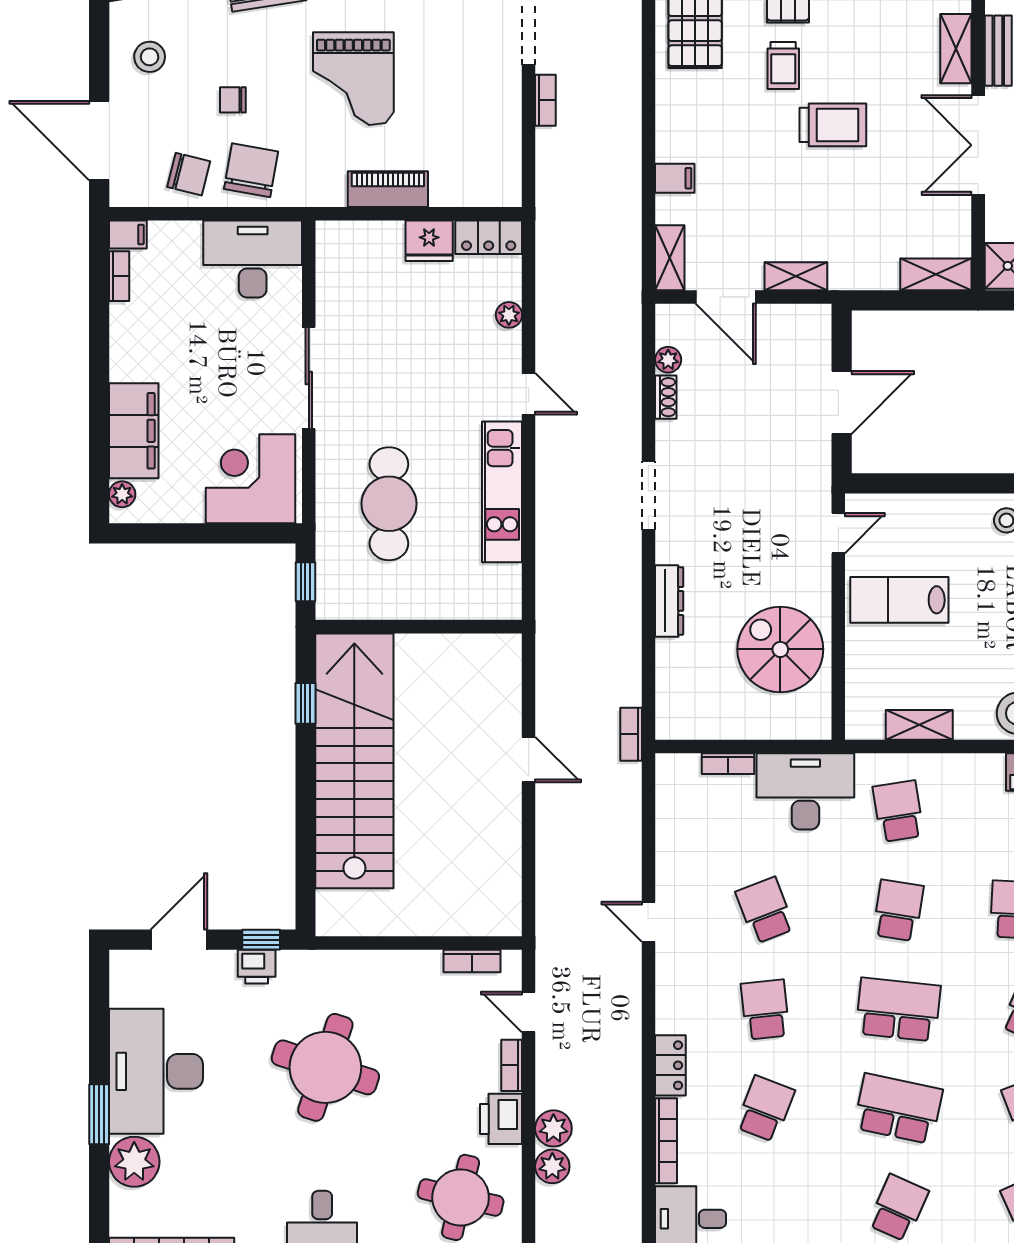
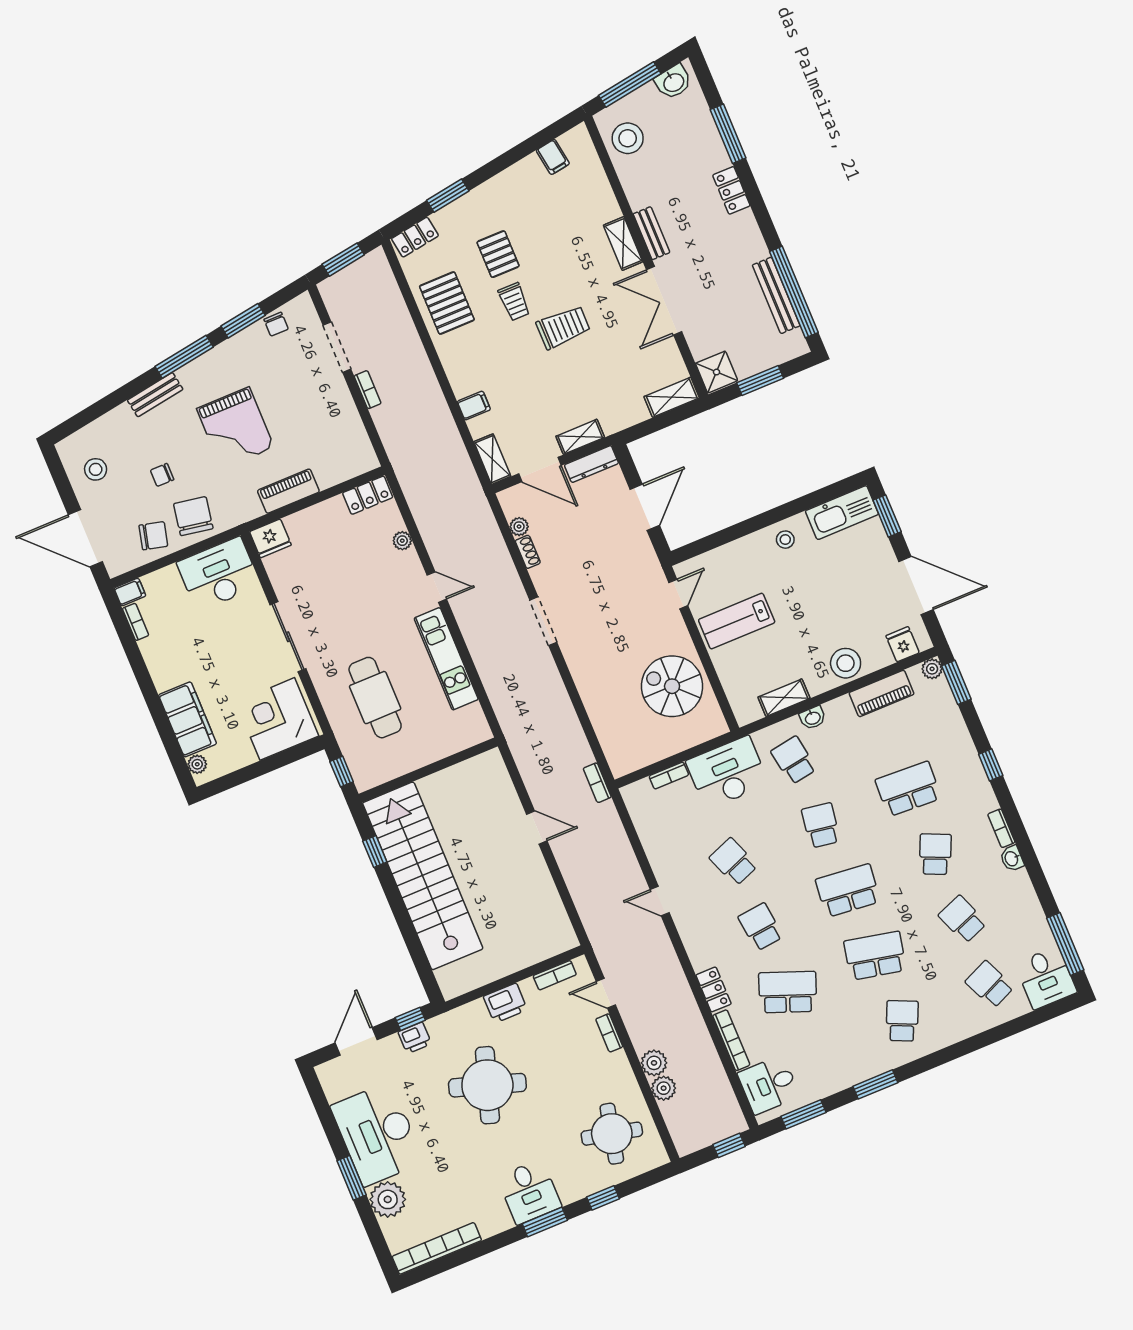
fridge: (429, 241) -> (270, 538), moved
dresser: (669, 601) -> (591, 464), moved, turned 90
washbasin: (946, 766) -> (813, 718), added
school desk: (765, 1109) -> (788, 992), width x1.85
printer: (501, 1119) -> (505, 1003), moved, turned -90

